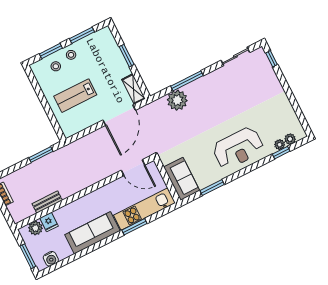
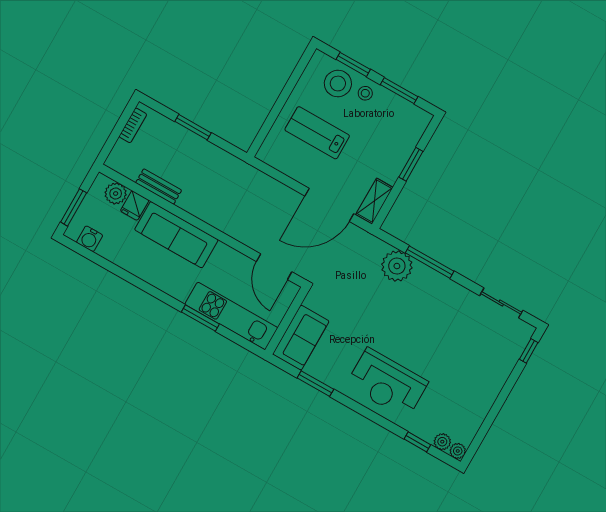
stool: (56, 66) -> (338, 84), width x1.89, depth x1.89
plant: (280, 145) -> (458, 451), moved
window: (41, 155) -> (193, 127), moved
sofa: (92, 233) -> (176, 235), moved, turned 180

